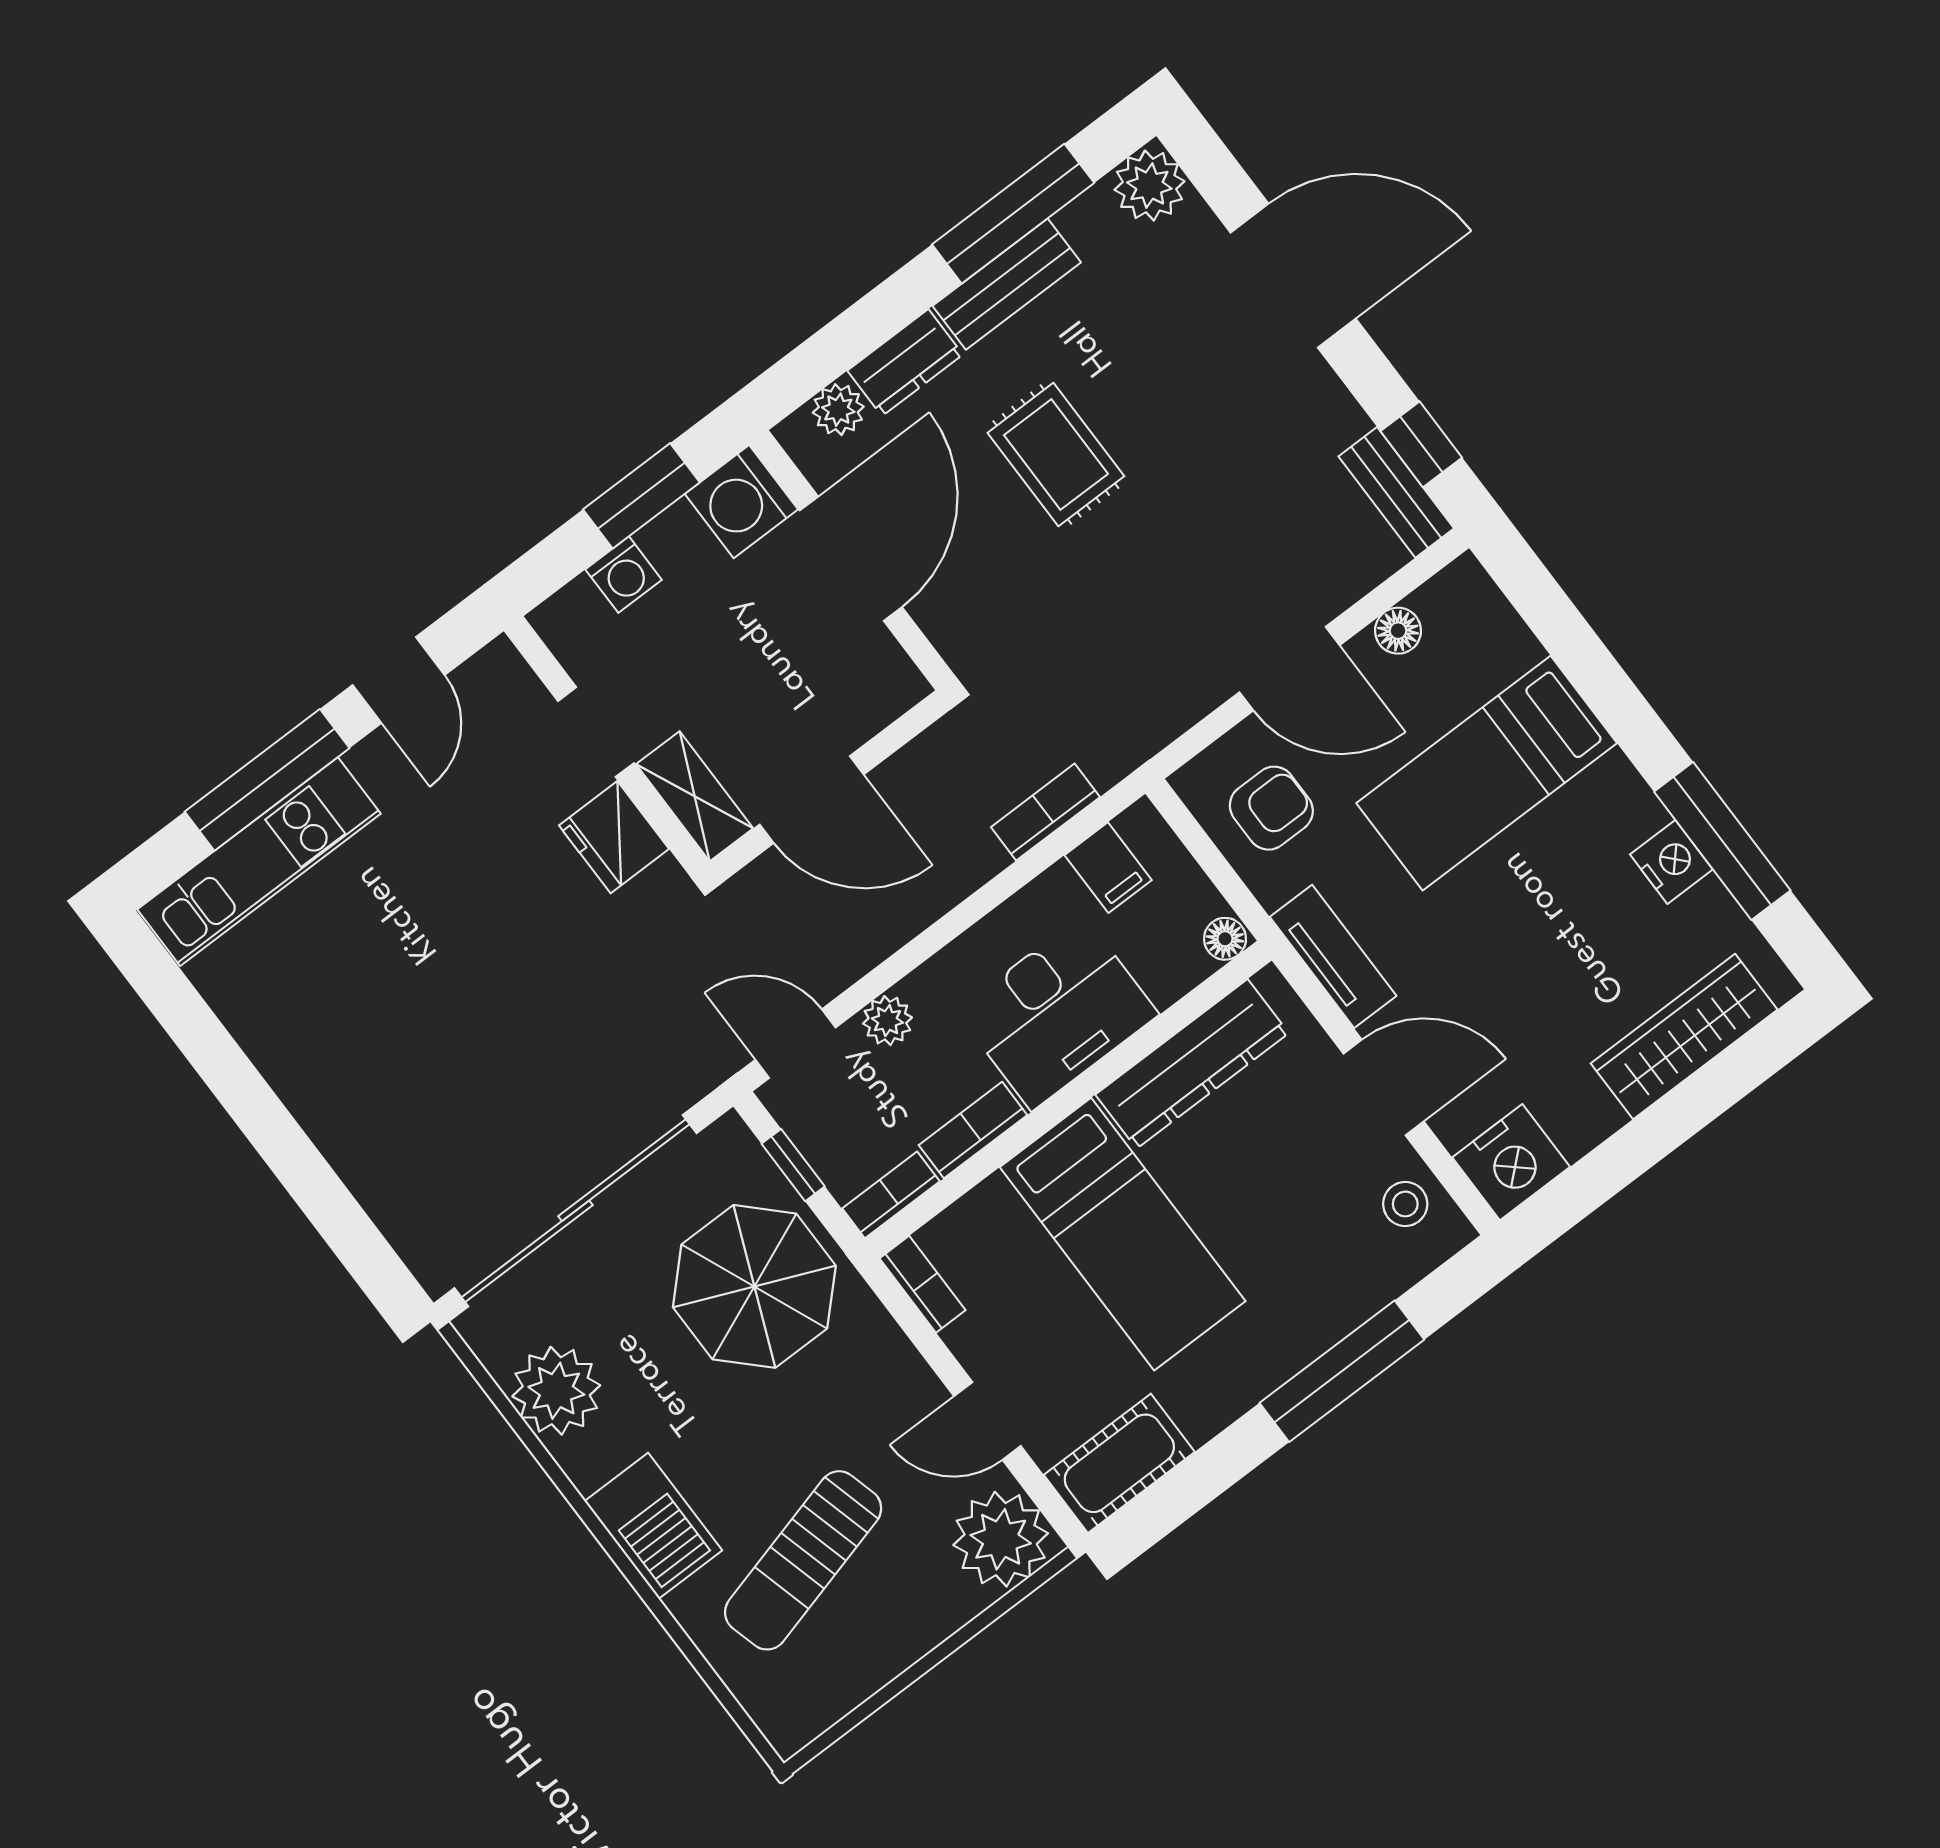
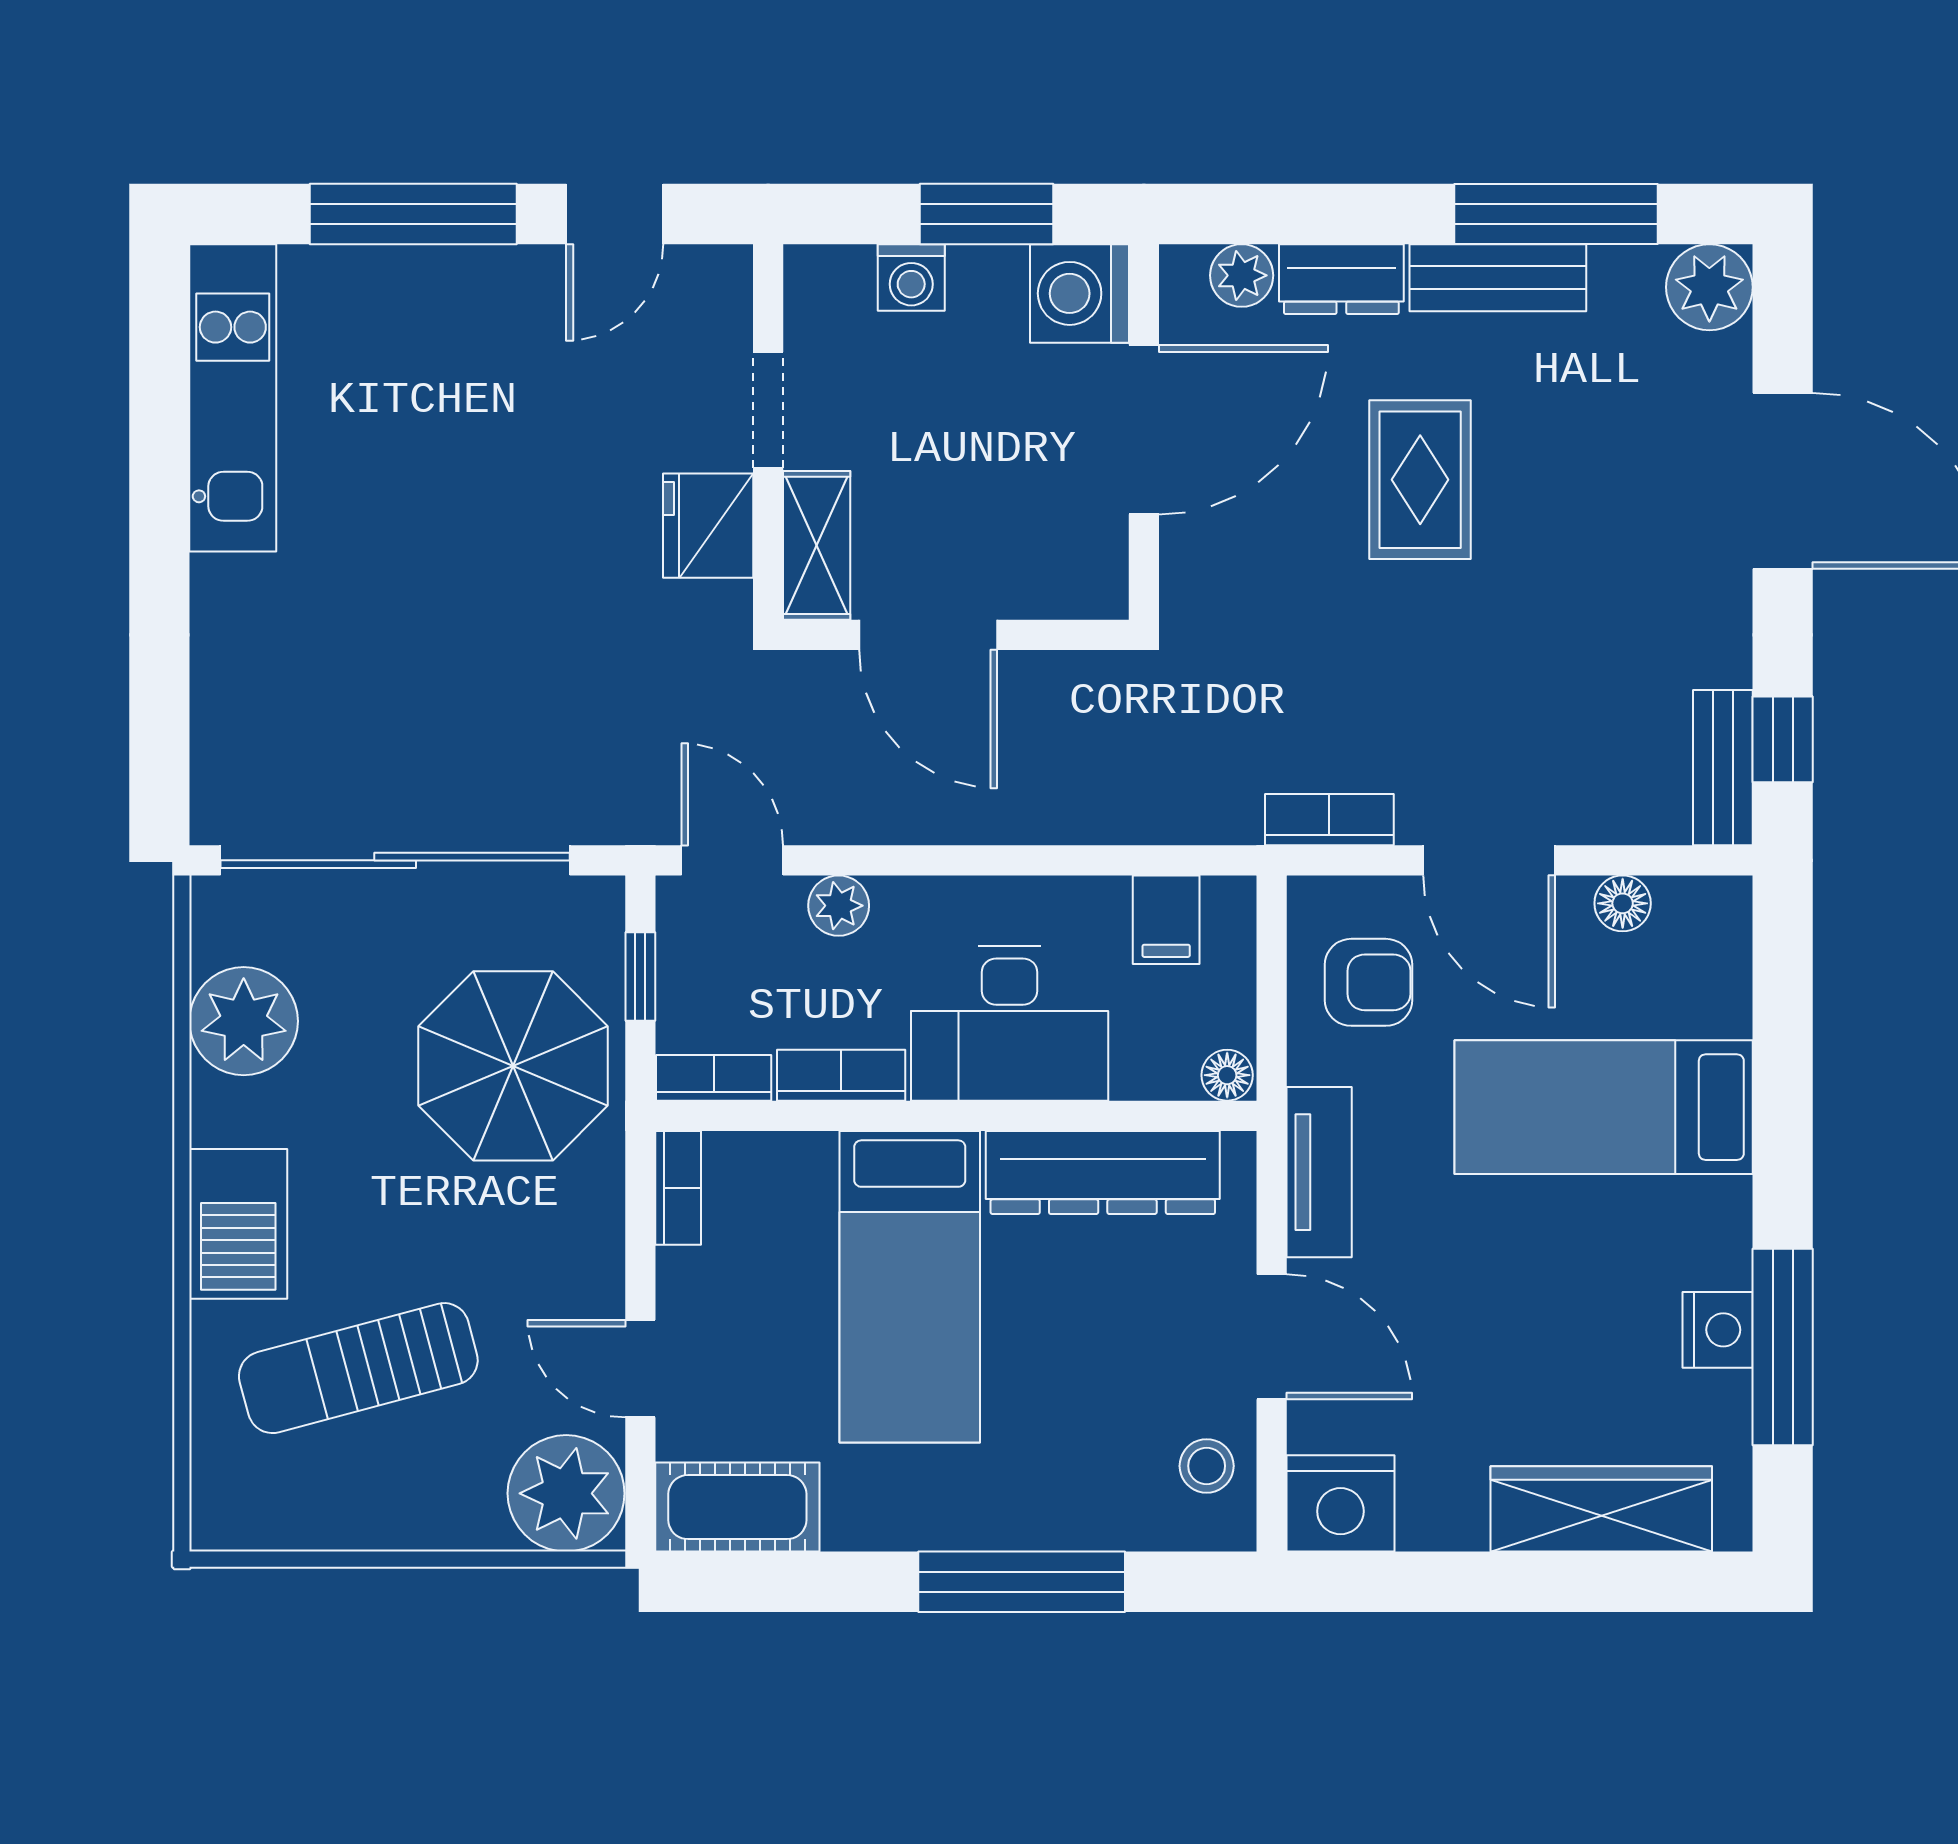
bookcase: (1045, 812) -> (1329, 820), moved
kitchen unit: (259, 862) -> (233, 398), moved, turned -90

